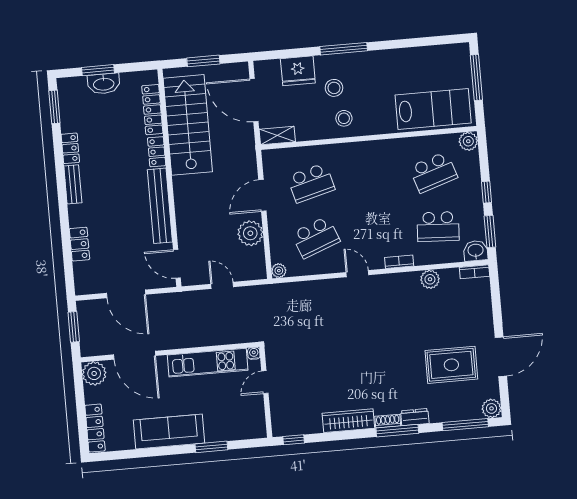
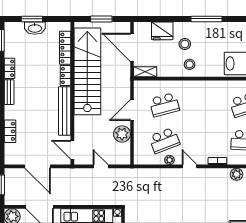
window: (344, 49) -> (207, 19), moved
stairs: (188, 125) -> (87, 71), width x1.36
plant: (279, 271) -> (169, 160), moved

